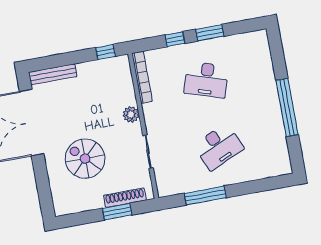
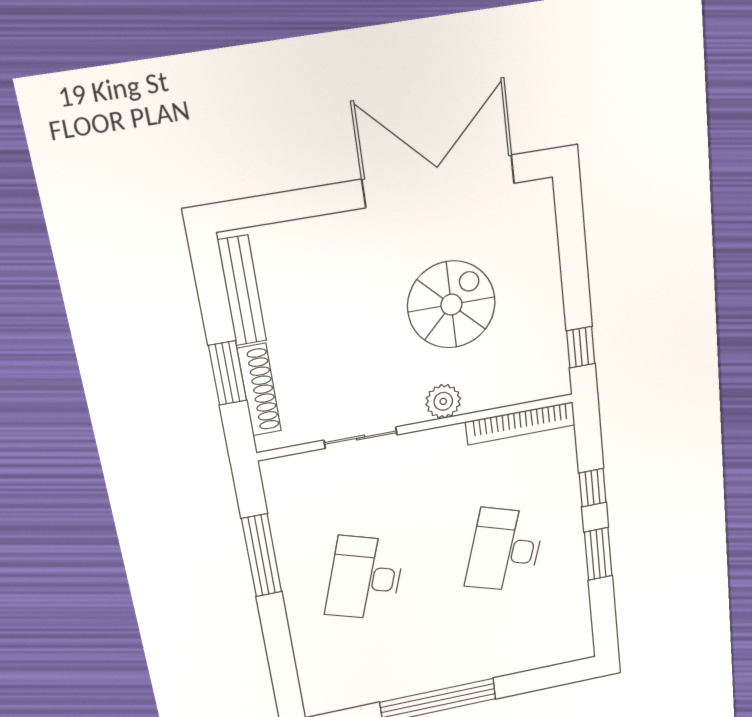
bench: (53, 74) -> (242, 291), moved
desk: (219, 147) -> (365, 578), turned 42
spiral stairs: (85, 159) -> (451, 305), moved

